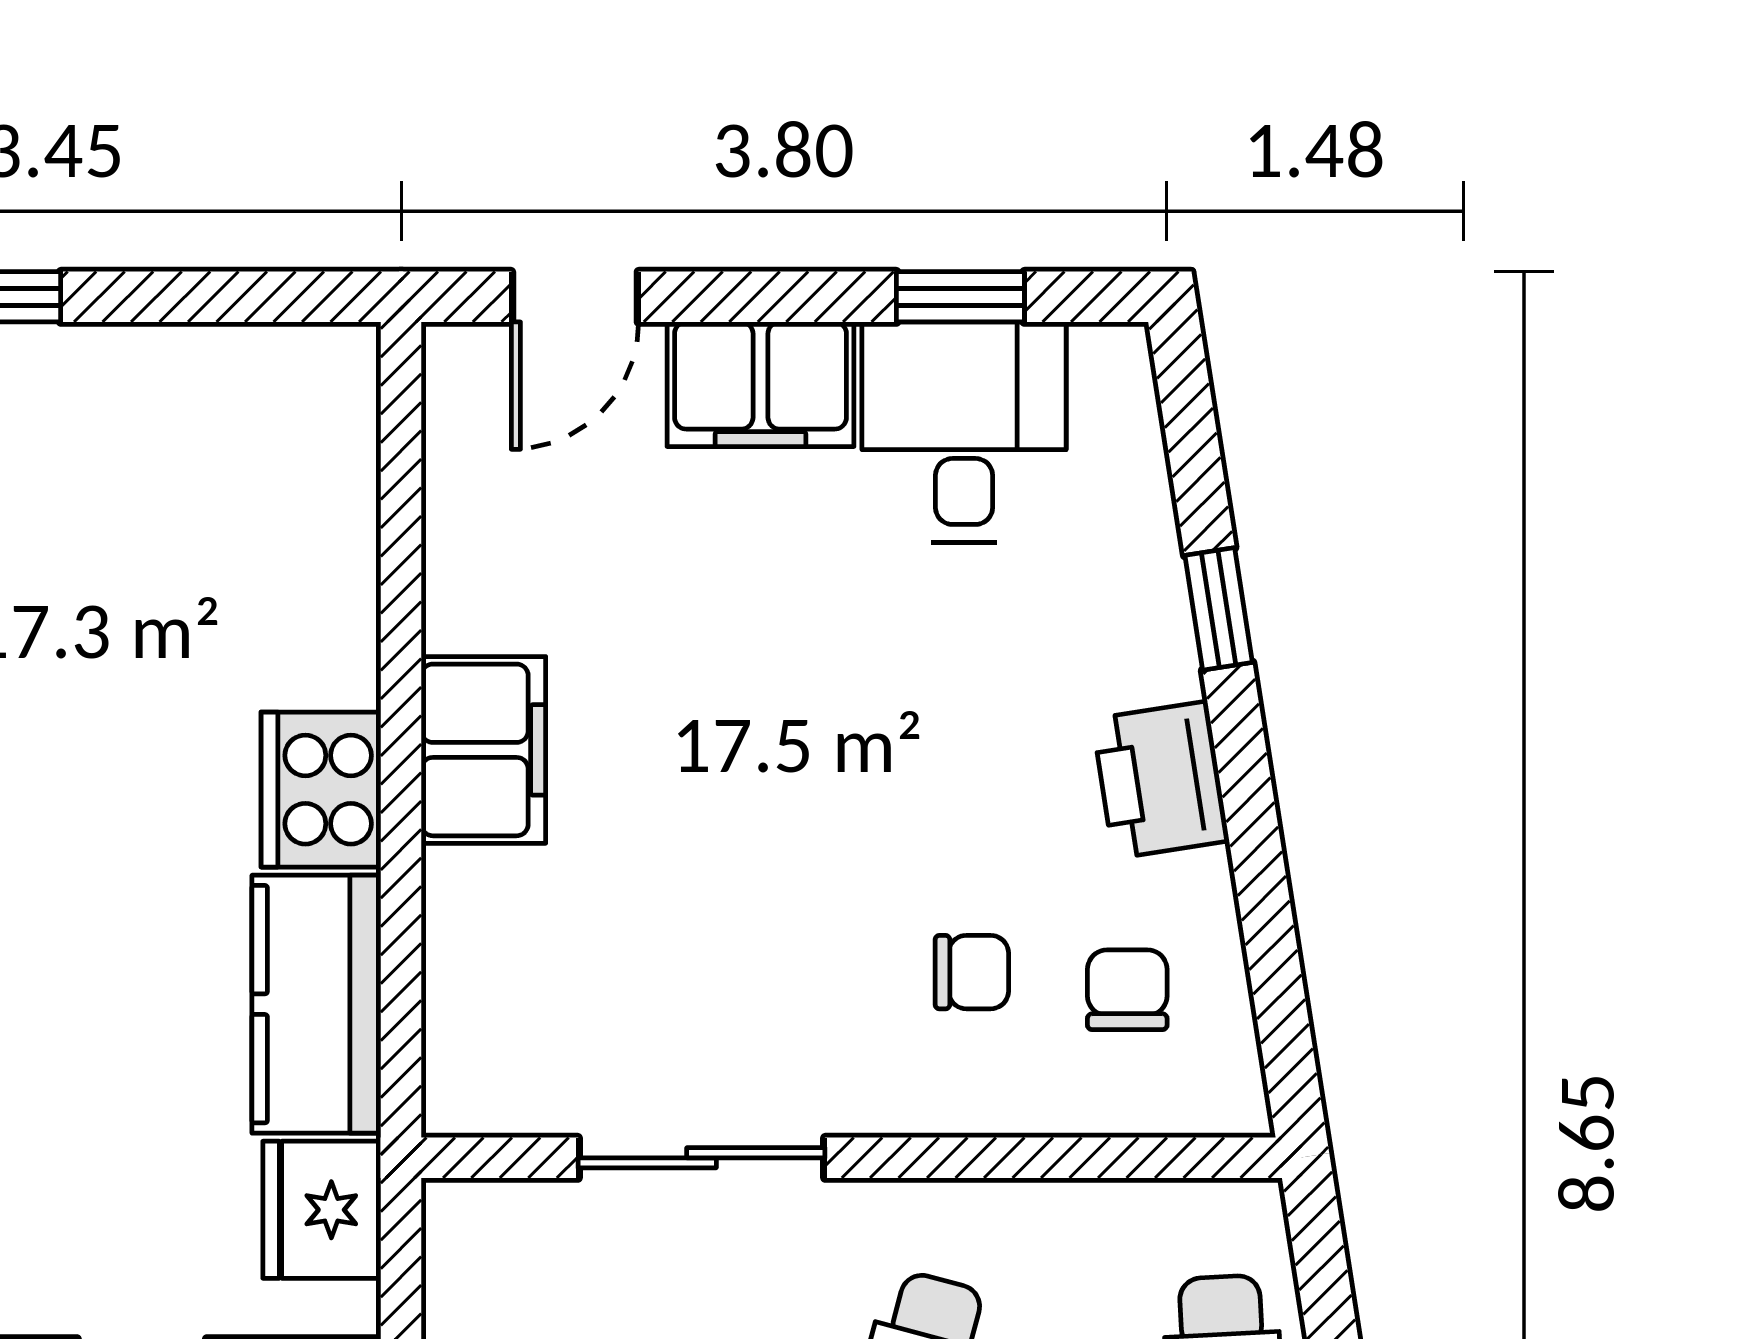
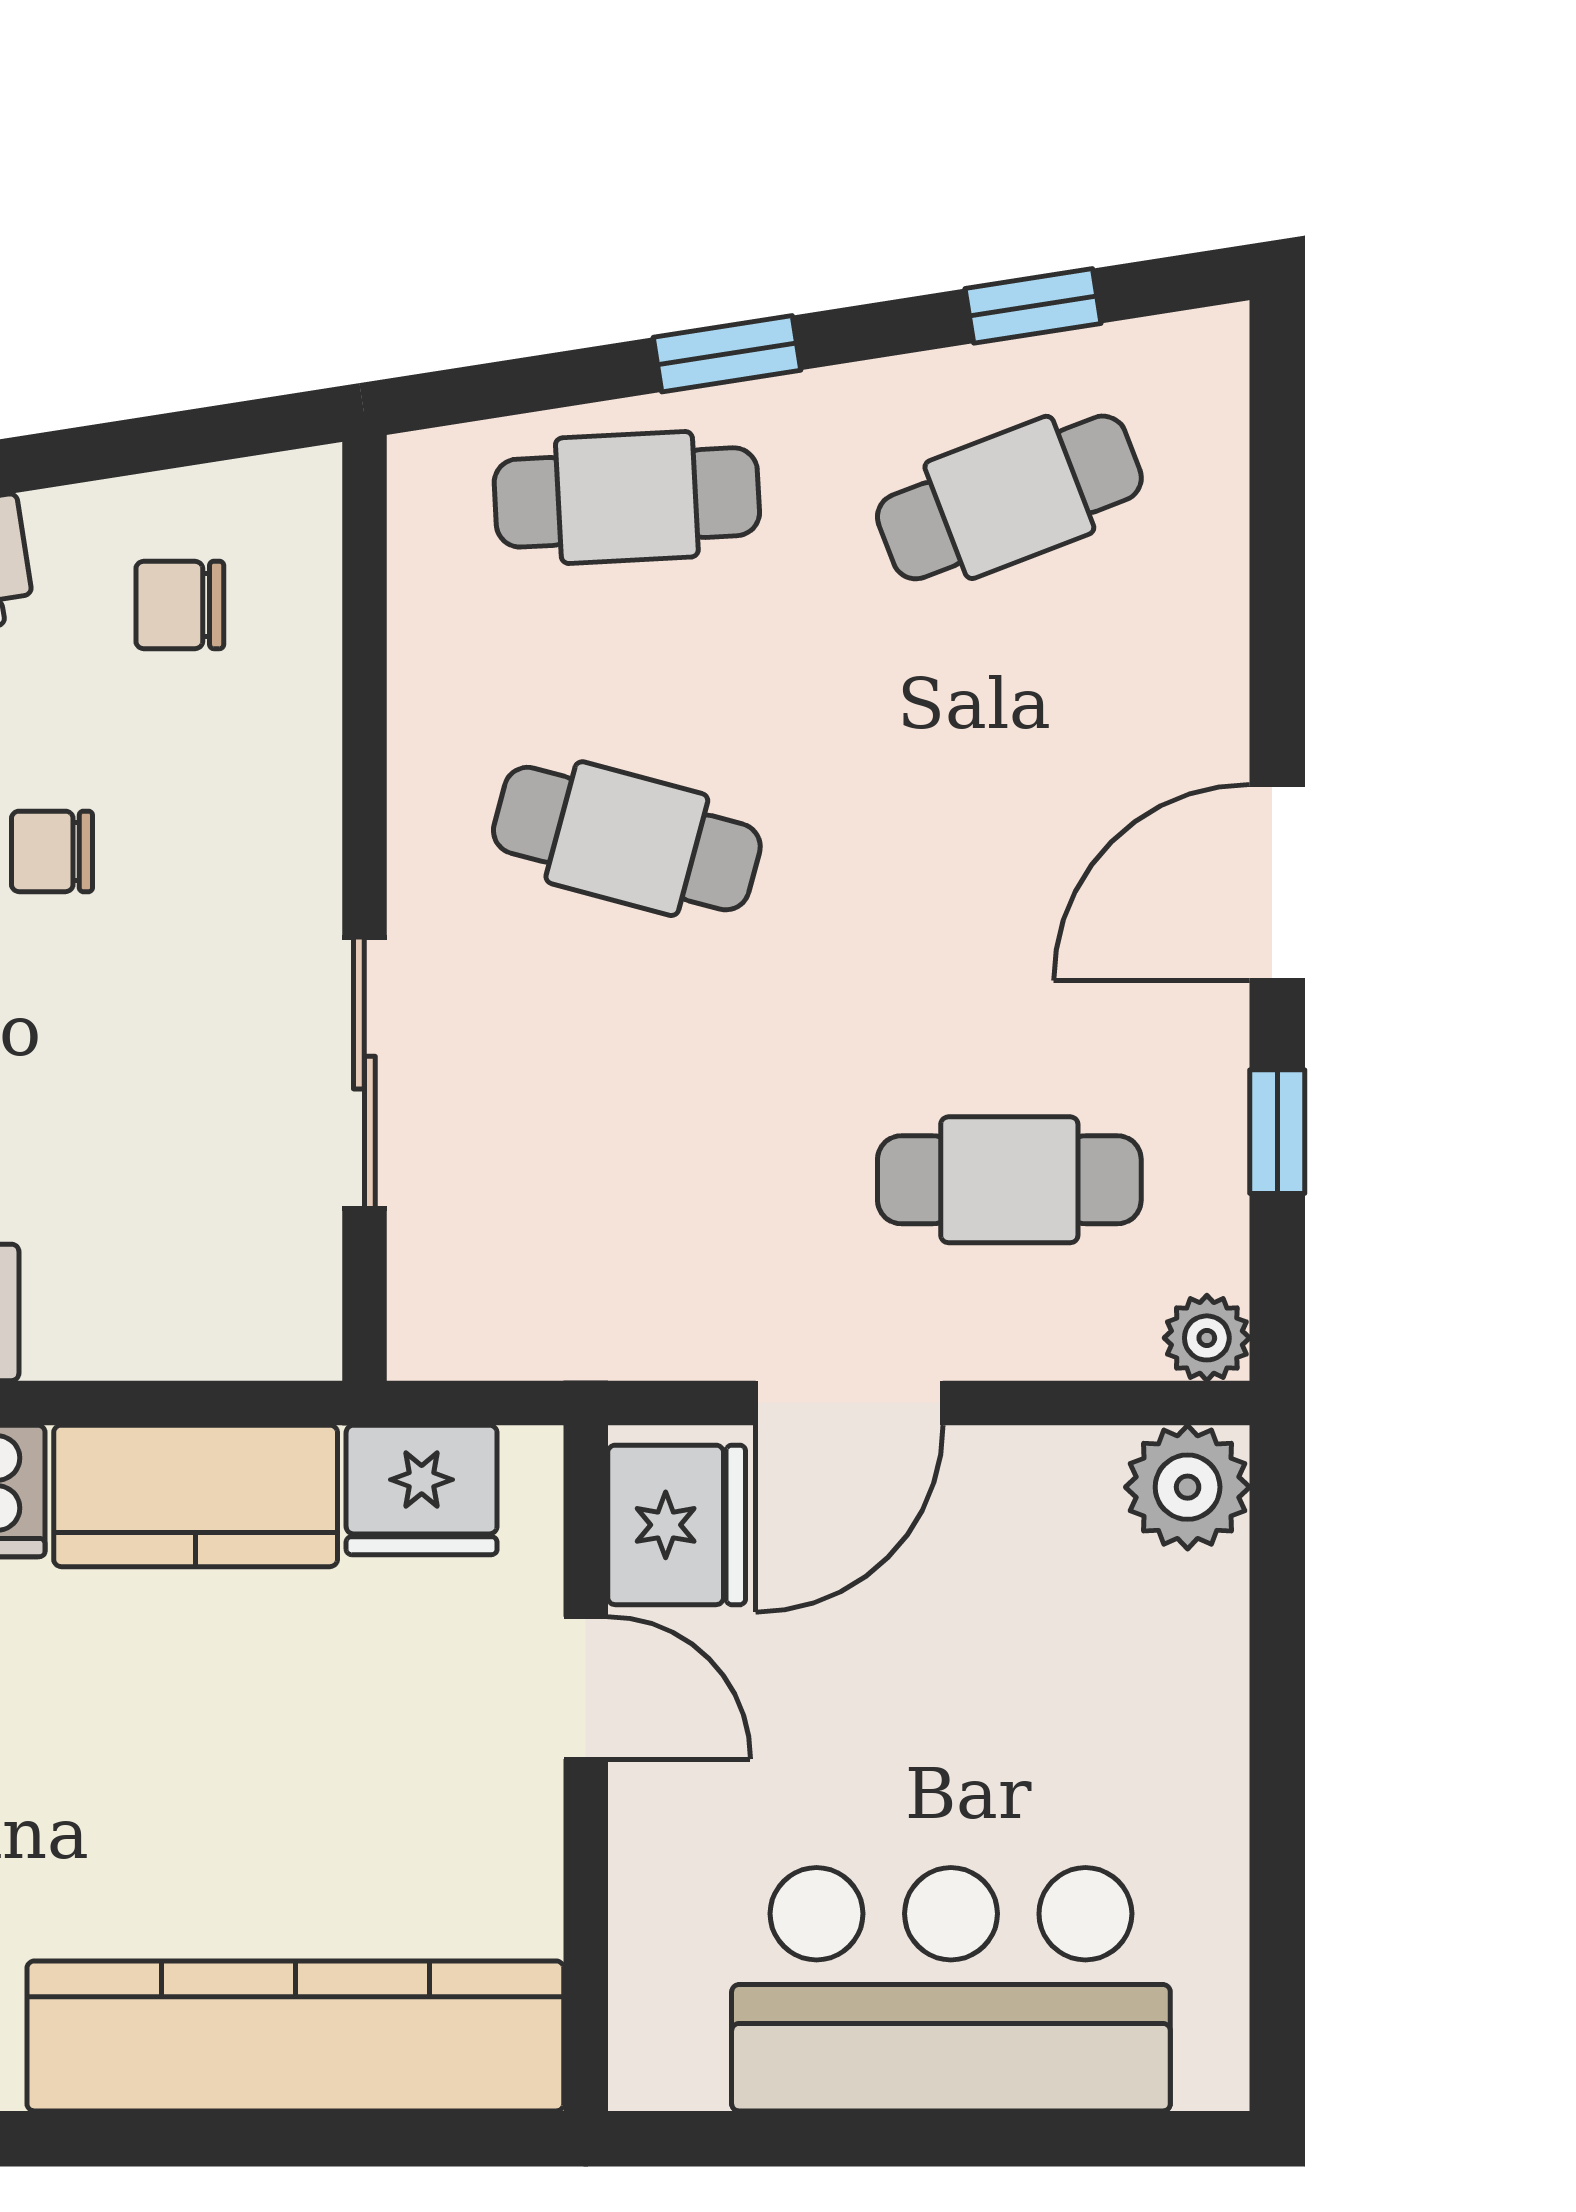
chair: (972, 972) -> (52, 851), moved, turned -90

